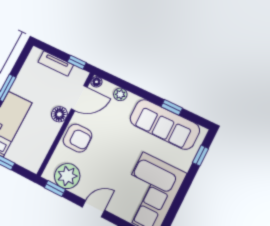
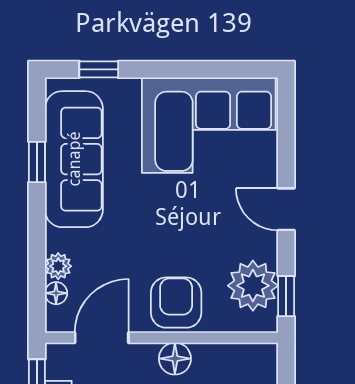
floor lamp: (96, 82) -> (56, 293), moved
door: (79, 98) -> (102, 338), hinge flipped
floor lamp: (59, 114) -> (175, 359), moved

